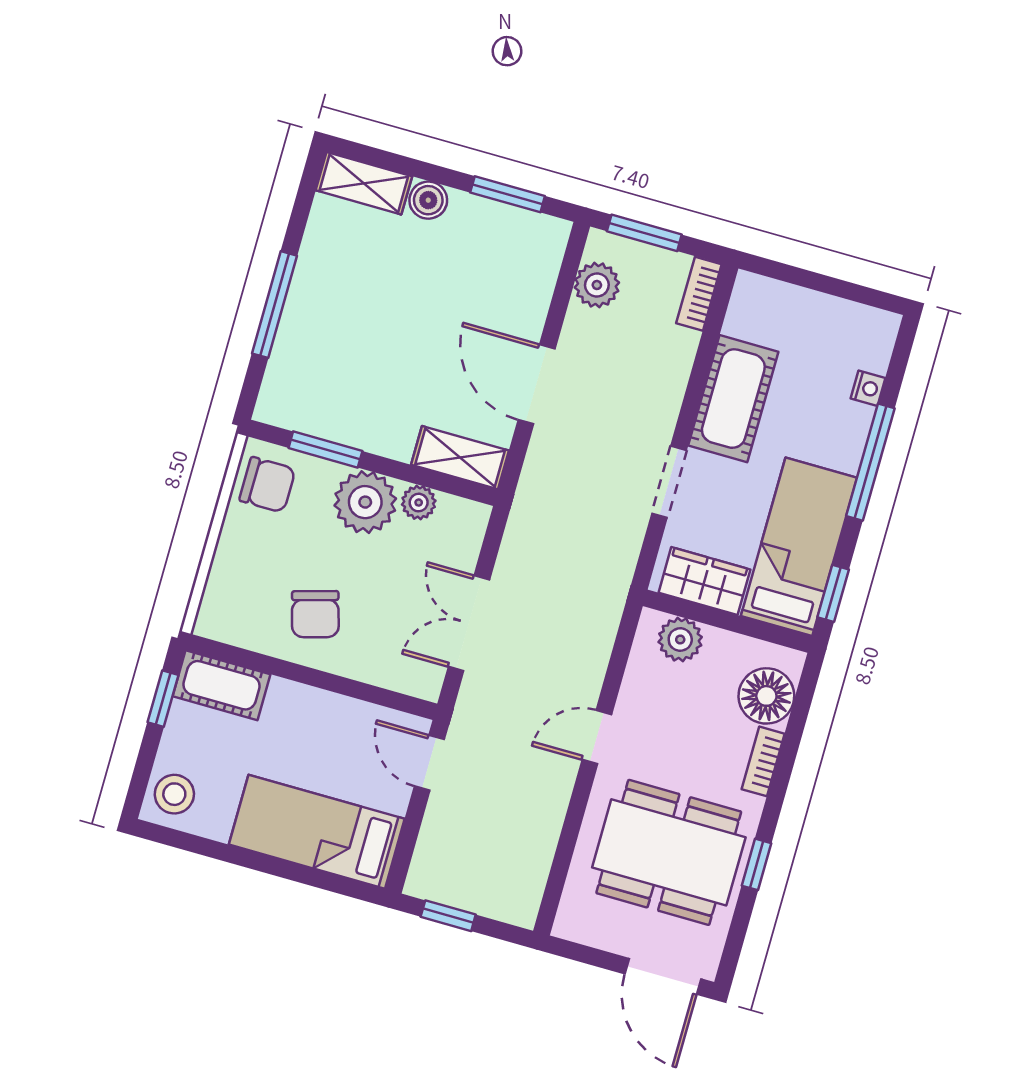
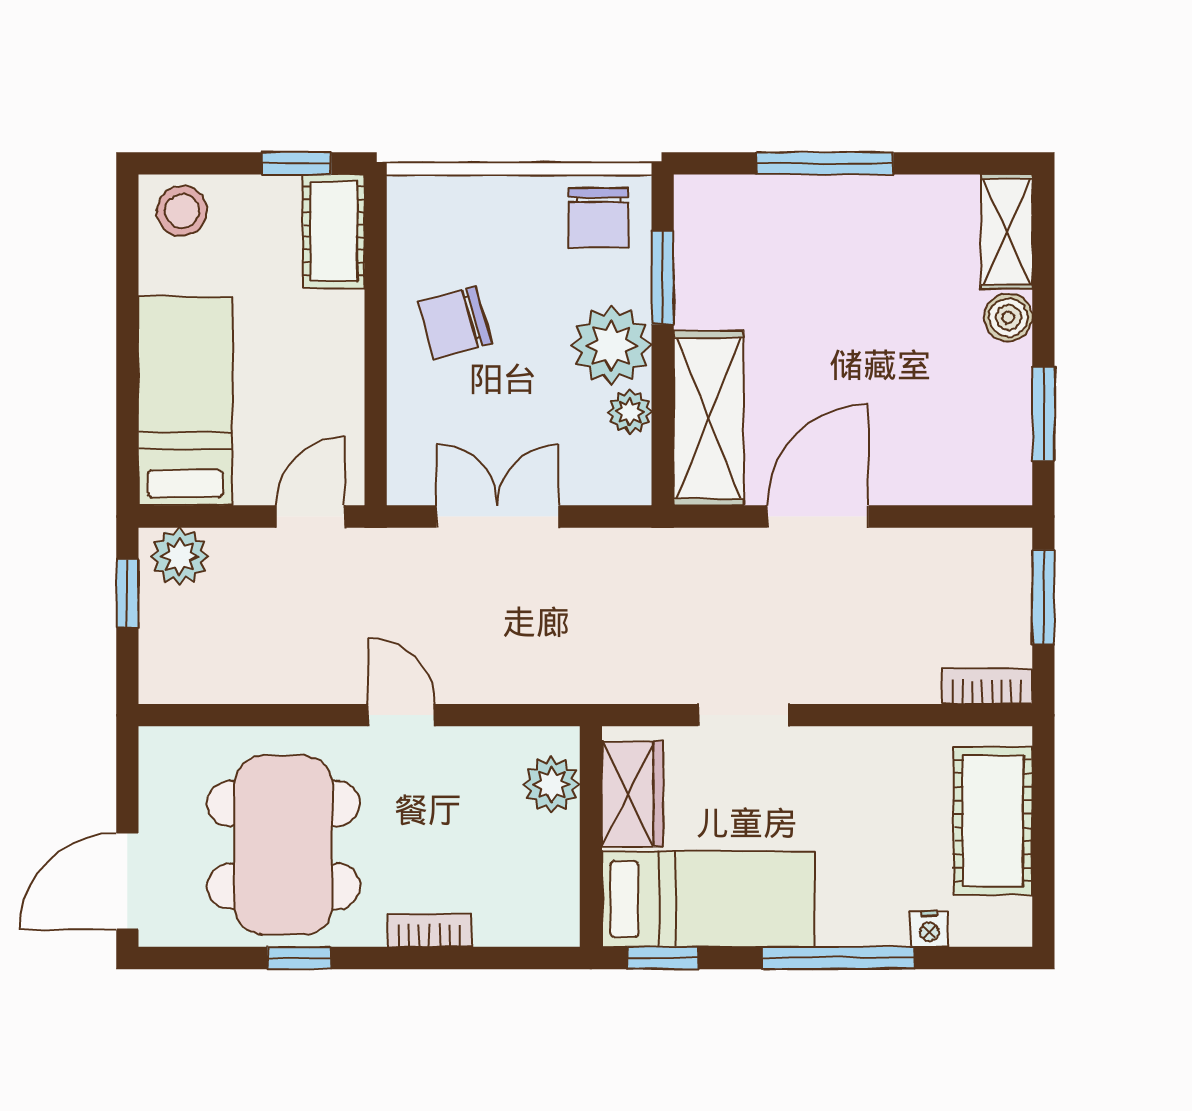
plant: (597, 285) -> (180, 556), moved
cot: (733, 399) -> (993, 821), moved, turned 90
shelving: (460, 458) -> (709, 418), width x1.50, depth x1.33
floor lamp: (766, 696) -> (512, 911), removed

